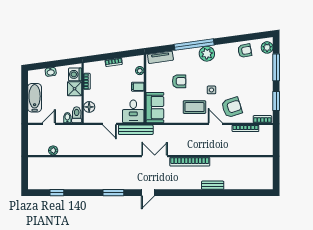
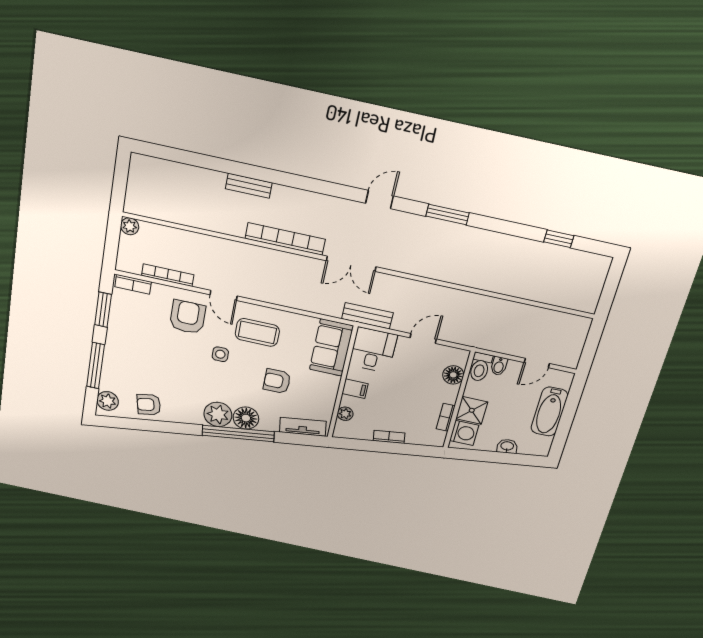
floor lamp: (192, 55) -> (246, 418), added
armchair: (232, 107) -> (188, 317), turned 108
door: (109, 124) -> (423, 338), hinge flipped
bench: (136, 130) -> (367, 316), width x0.73
plant: (53, 150) -> (130, 226), moved

